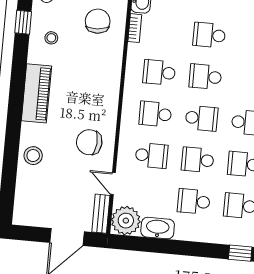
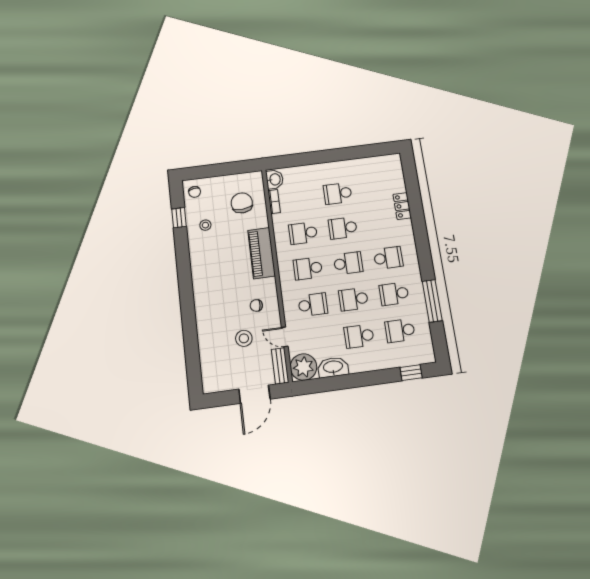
piano: (36, 93) -> (262, 253), moved, turned 180
chair: (89, 142) -> (256, 305), width x0.54, depth x0.54
stool: (33, 156) -> (244, 338), moved

